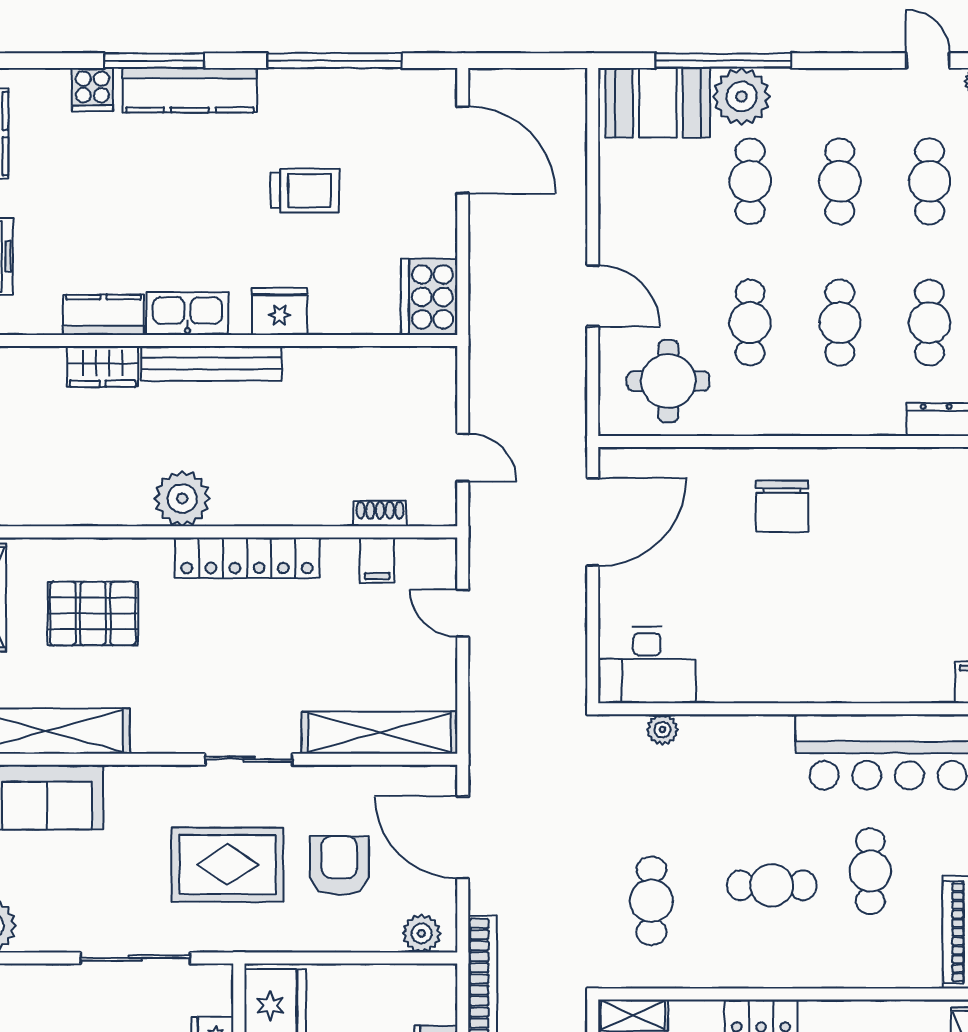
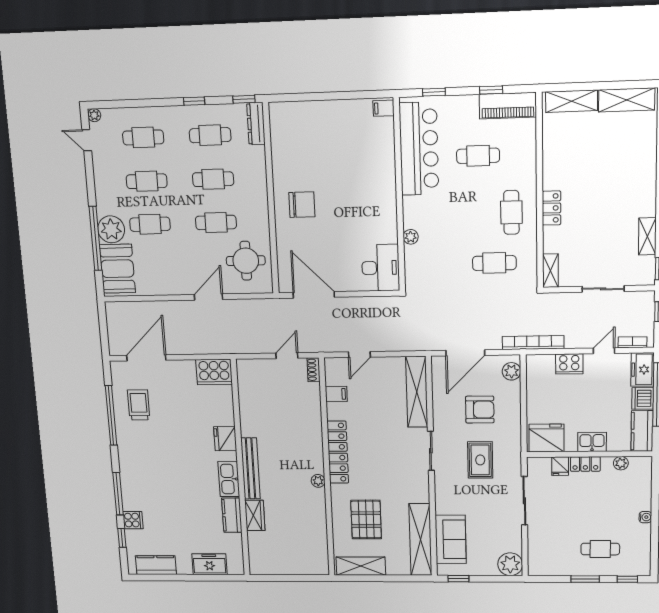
window: (50, 61) -> (122, 538), added
door: (928, 61) -> (87, 140), hinge flipped
kitchen counter: (190, 90) -> (130, 478), removed
trolley: (305, 191) -> (139, 405), moved
plant: (182, 499) -> (318, 481), width x0.53, depth x0.53
shoe rack: (380, 514) -> (314, 370), moved
plant: (662, 730) -> (411, 237), moved
rug: (228, 865) -> (480, 460), width x0.73, depth x0.70
armchair: (339, 866) -> (480, 410), turned 180
cafe table: (772, 885) -> (511, 212), moved

